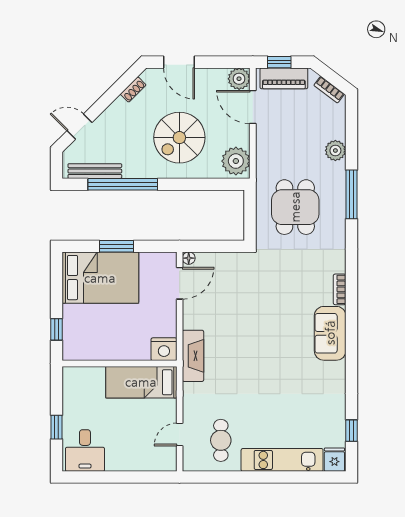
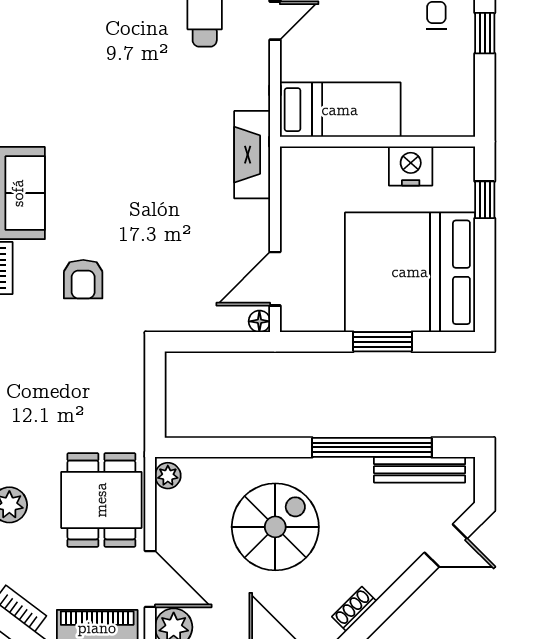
plant: (236, 161) -> (168, 476), width x0.53, depth x0.53
dining table: (295, 207) -> (101, 500), moved
bed: (100, 278) -> (410, 272), width x1.36
armchair: (292, 283) -> (83, 279), added
nightstand: (164, 349) -> (411, 166), moved

